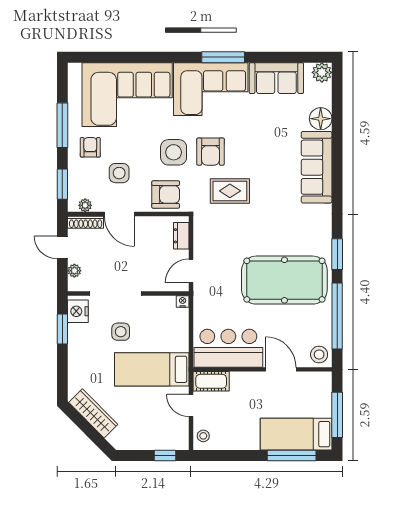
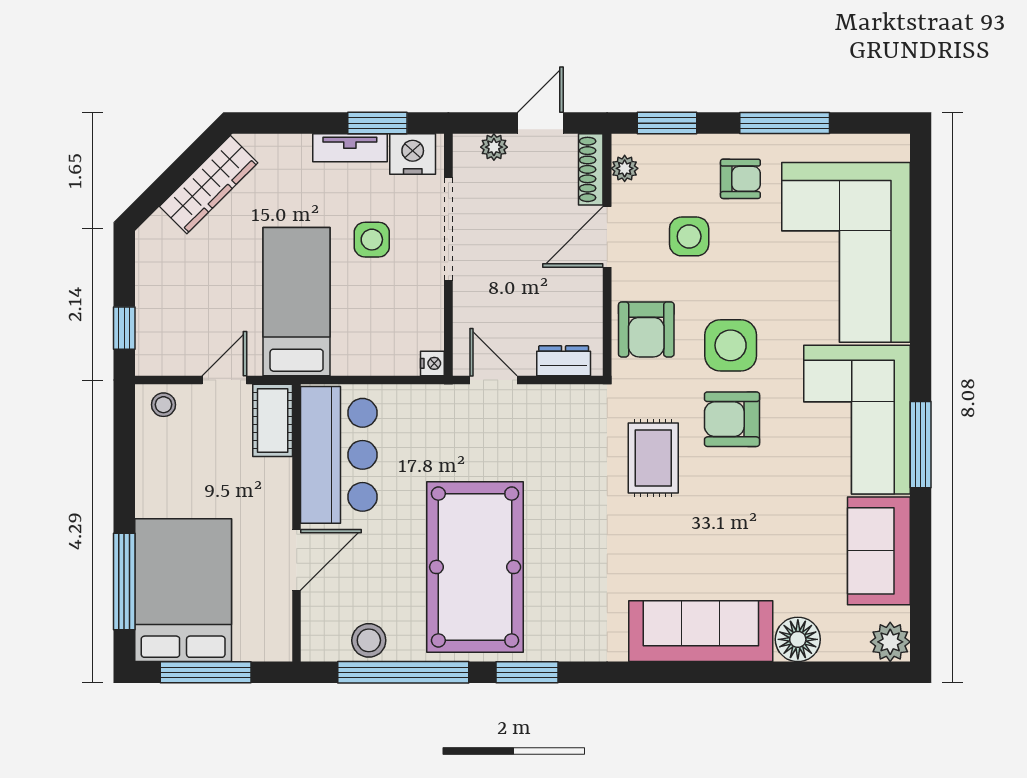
tv unit: (75, 343) -> (350, 148), added
stool: (319, 354) -> (369, 640), moved
bed: (296, 434) -> (183, 590), width x1.50

